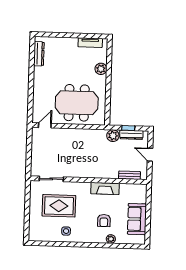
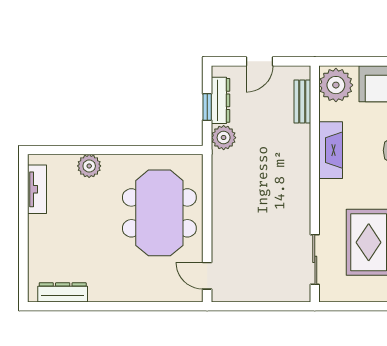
plant: (137, 192) -> (336, 85), added

